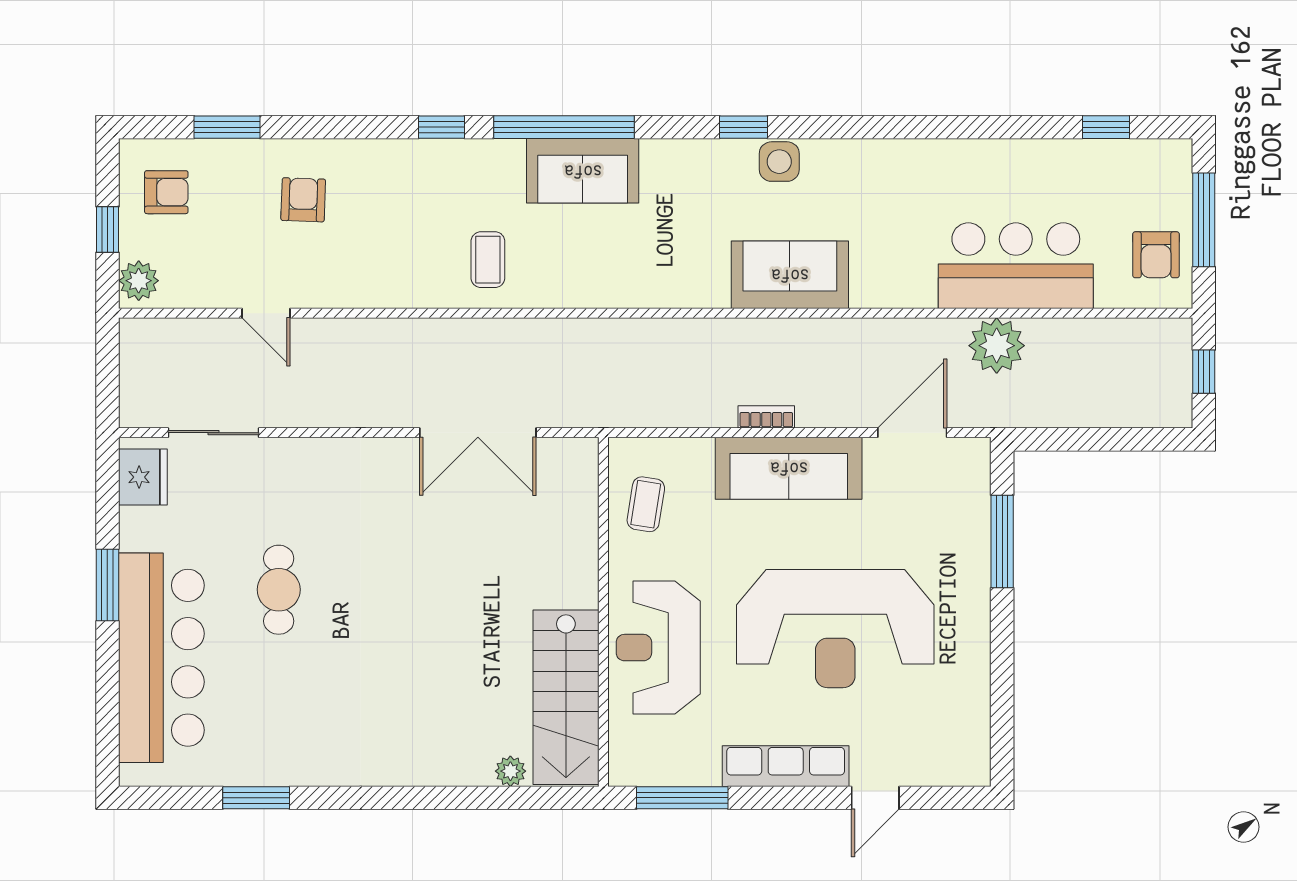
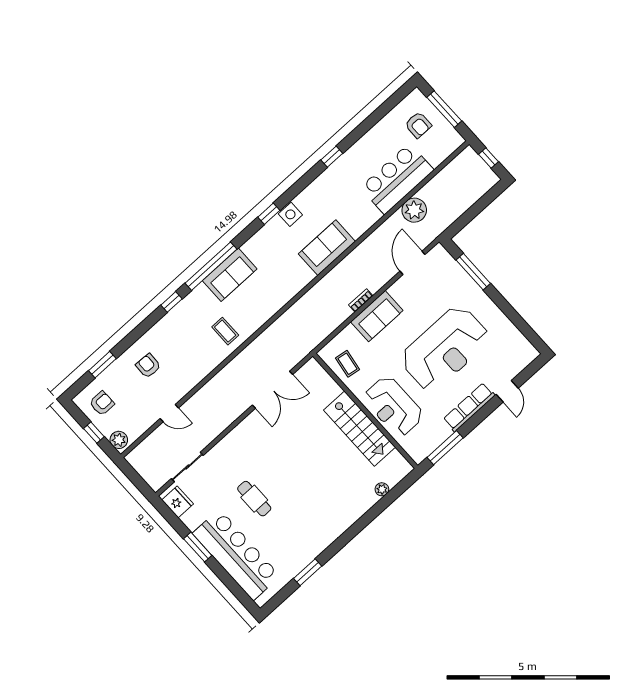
window: (1106, 127) -> (332, 157), moved
armchair: (1156, 255) -> (418, 125), moved
sofa: (789, 468) -> (377, 316), width x0.73
stairs: (566, 697) -> (359, 429), moved

